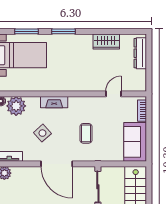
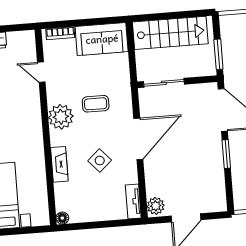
fireplace: (54, 102) -> (59, 164), moved
plant: (16, 106) -> (61, 117), moved

